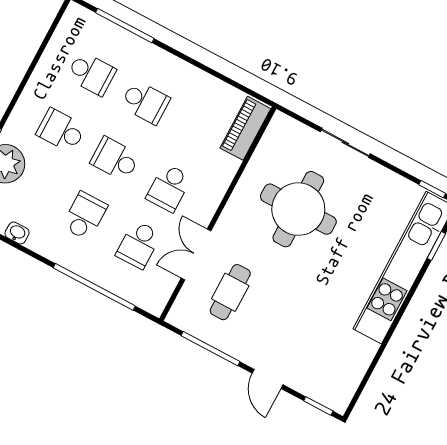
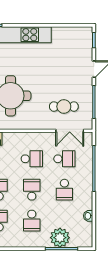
school desk: (115, 159) -> (32, 190), turned 180
school desk: (85, 216) -> (64, 190), turned -90
double door: (196, 254) -> (70, 131), moved

